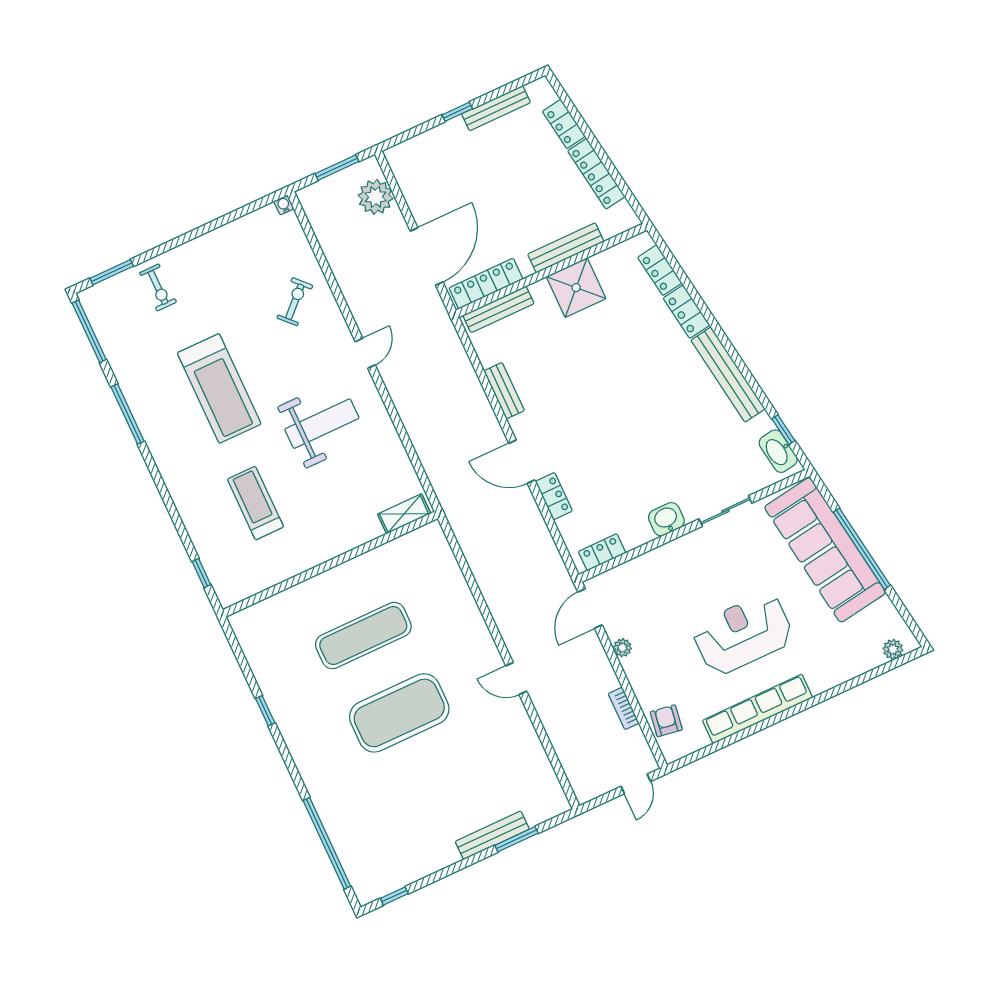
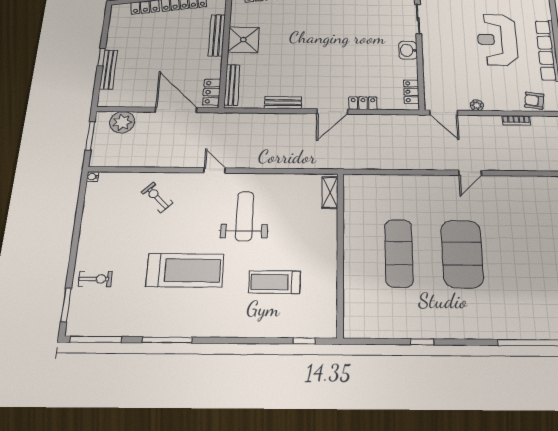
bench: (496, 108) -> (109, 70), moved
locker: (486, 284) -> (212, 92), width x0.66

